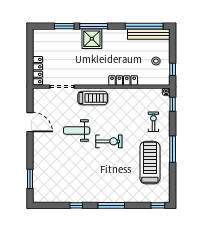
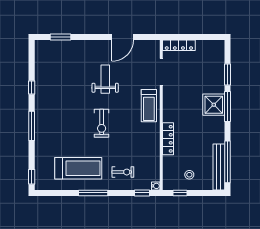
weight bench: (77, 130) -> (105, 79), moved

